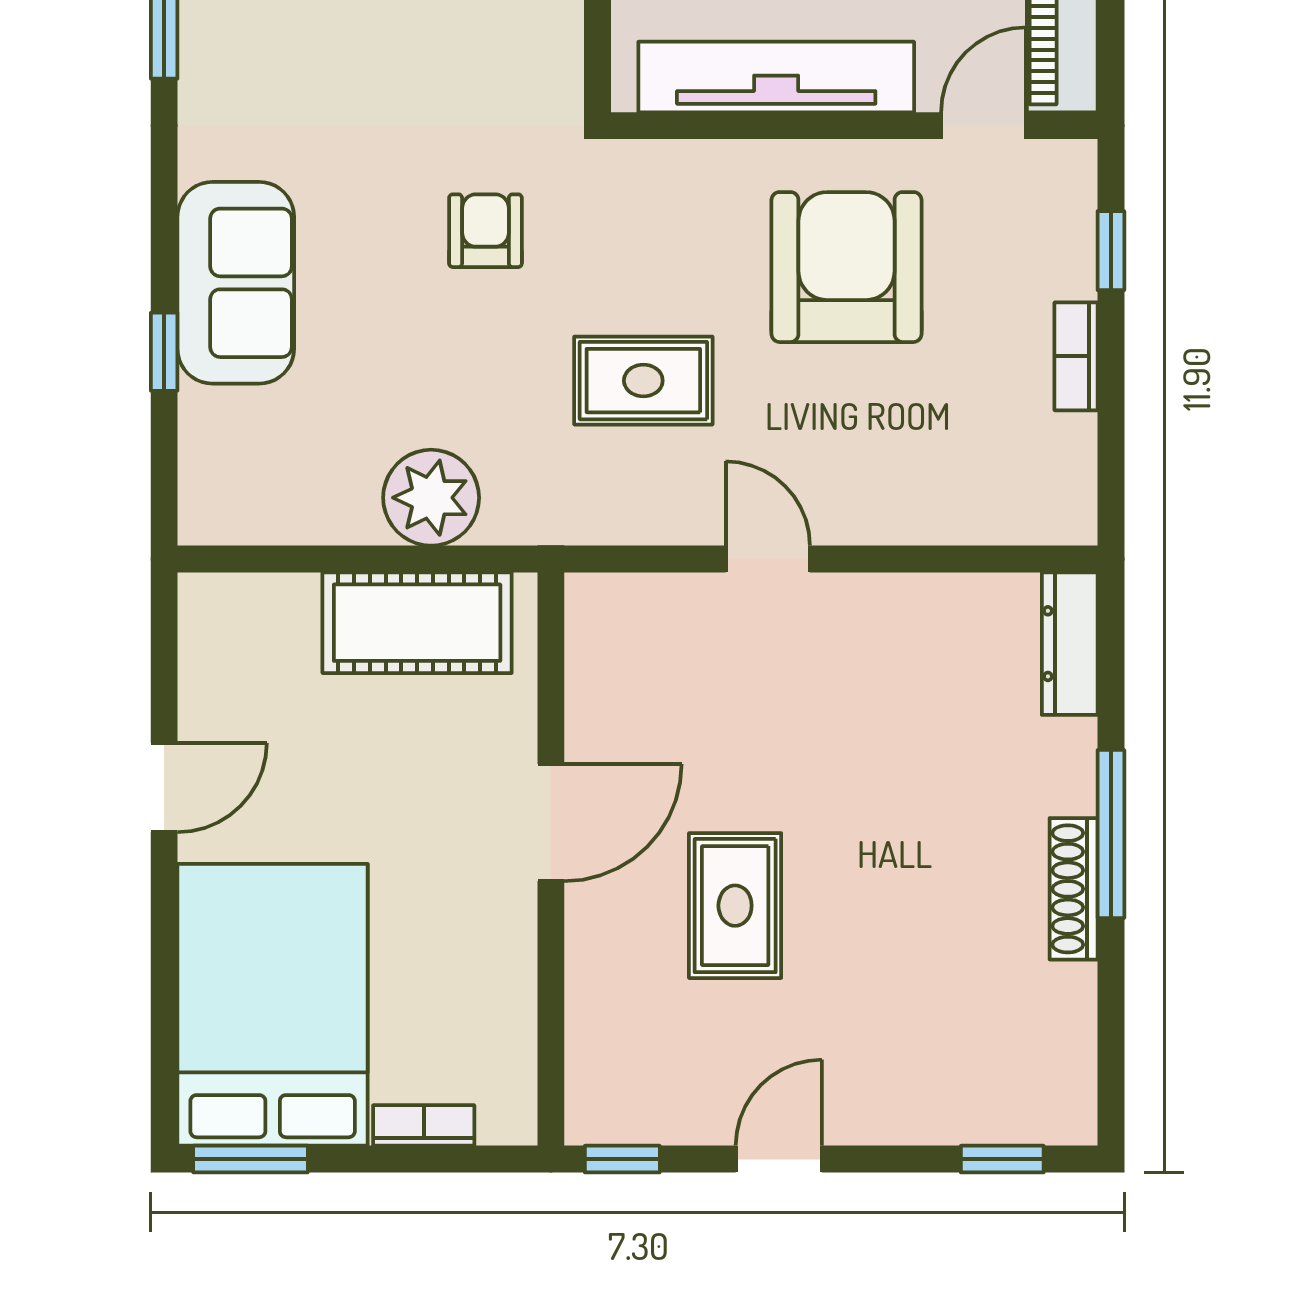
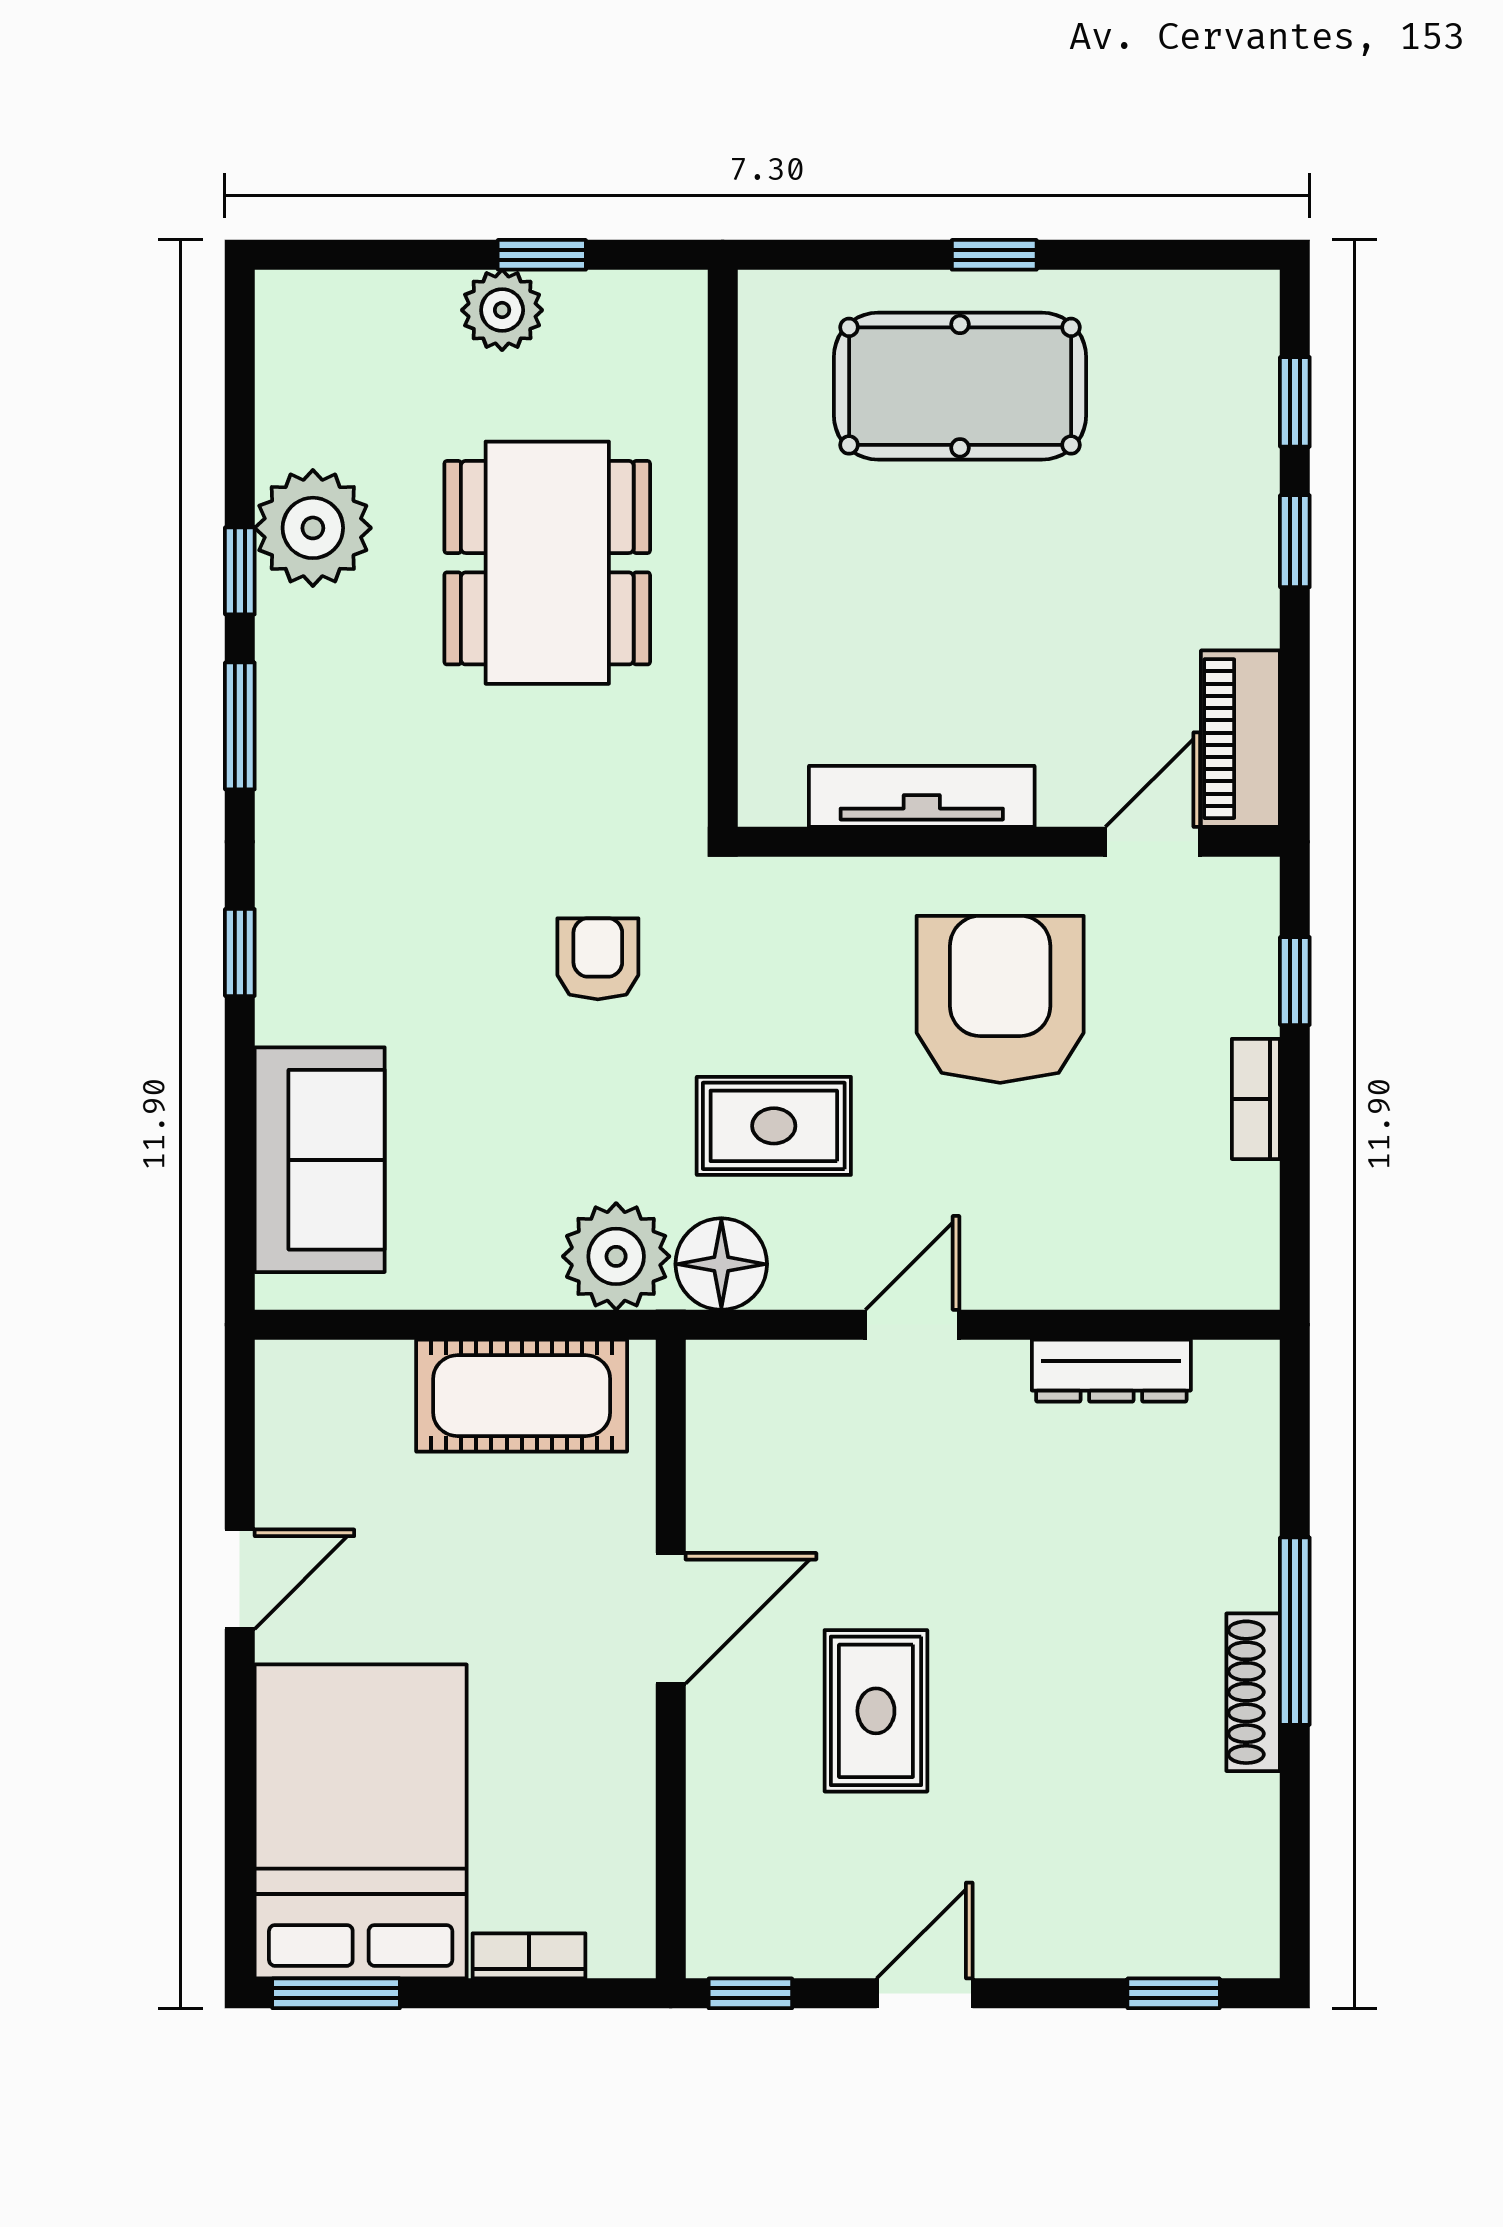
tv unit: (776, 77) -> (922, 796), width x0.73, depth x0.78
sofa: (236, 283) -> (320, 1160), moved
window: (164, 352) -> (240, 952), moved
plant: (431, 498) -> (616, 1256), moved
floor lamp: (596, 505) -> (721, 1264), added
door: (768, 559) -> (912, 1325), hinge flipped
dresser: (1070, 644) -> (1111, 1371), moved, turned -90

